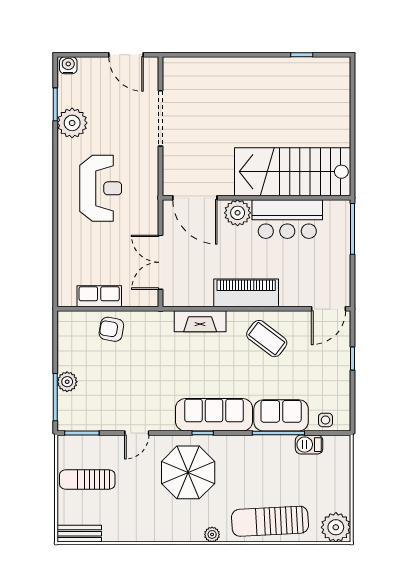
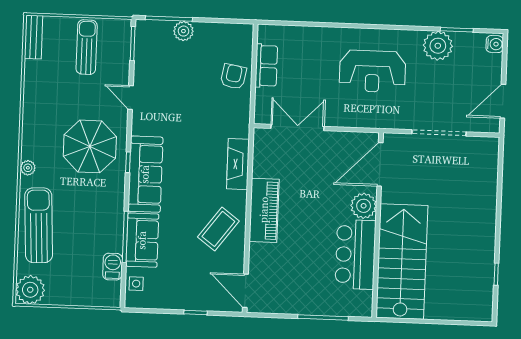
stairs: (293, 172) -> (402, 262), moved
door: (195, 198) -> (380, 164), moved
wall: (257, 198) -> (378, 225), moved
plant: (238, 213) -> (364, 206), moved
bar counter: (287, 219) -> (355, 254), moved

